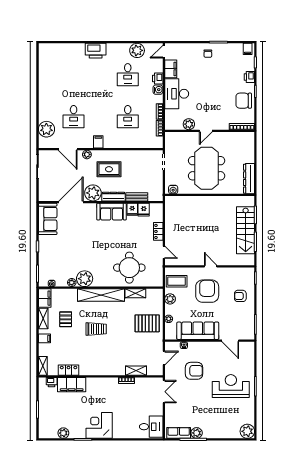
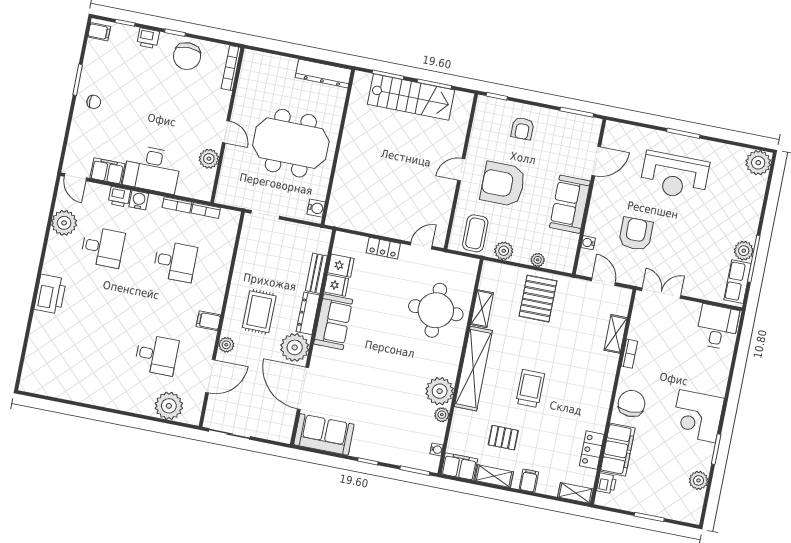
sofa: (198, 331) -> (570, 204), width x0.73
reception desk: (231, 386) -> (675, 176), turned -90
chair: (99, 387) -> (632, 404), added

